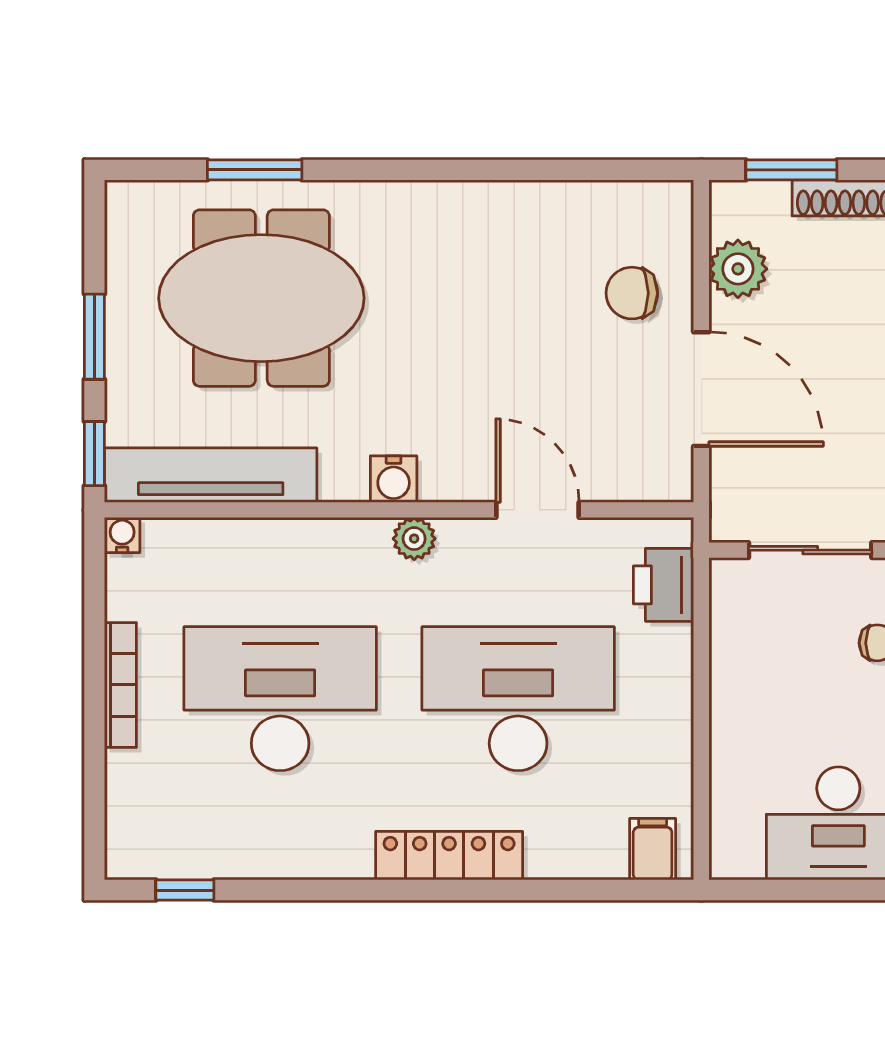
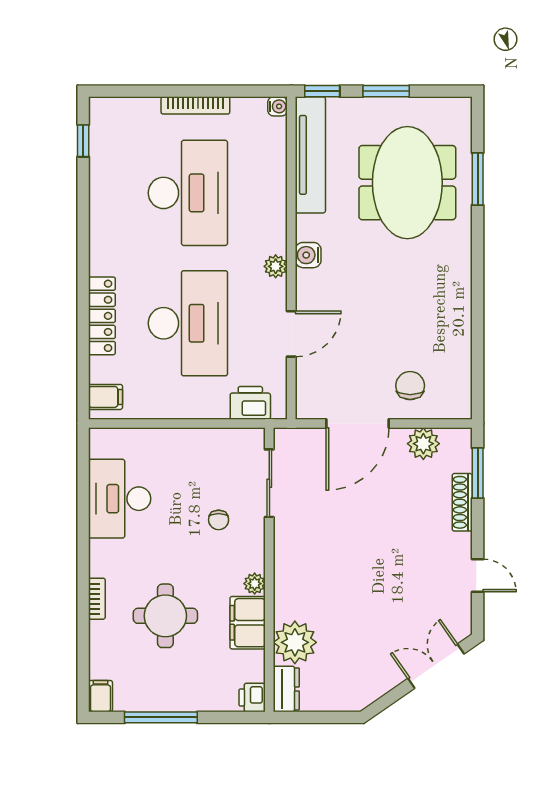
locker: (449, 856) -> (102, 316), moved

